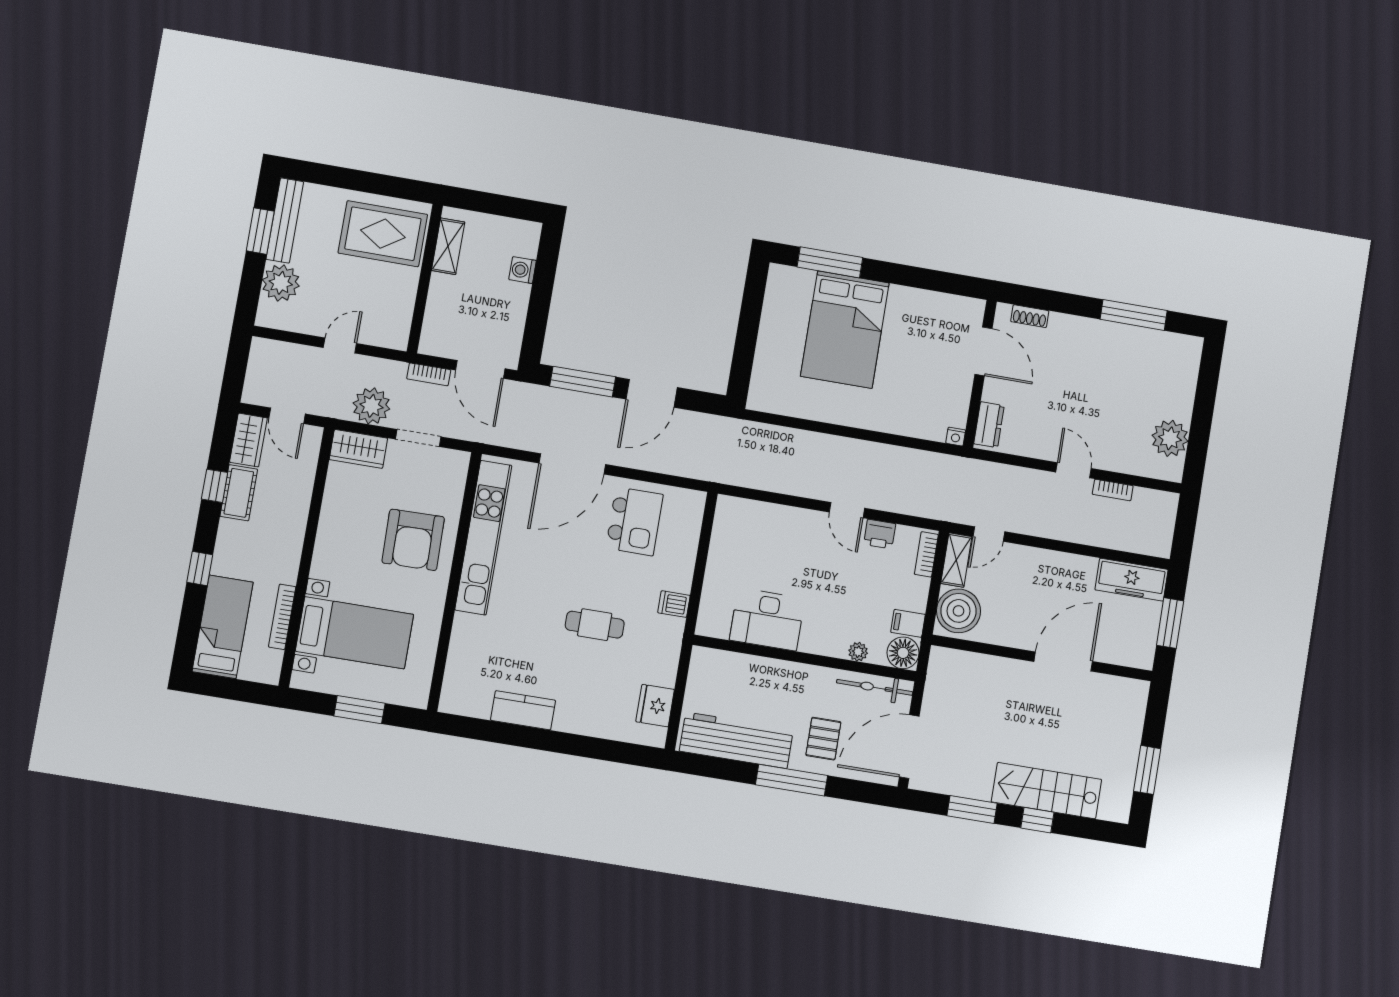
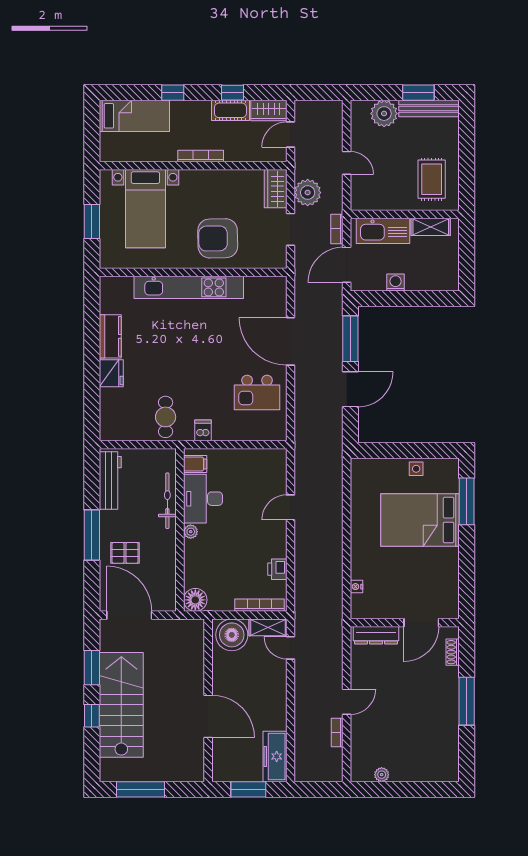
rug: (383, 234) -> (432, 179), width x0.73, depth x0.70
washing machine: (523, 270) -> (396, 283), moved
kitchen sink: (442, 312) -> (383, 231), added
window: (1134, 315) -> (467, 701), moved
side table: (775, 323) -> (416, 469), added
door: (652, 393) -> (350, 389), swing flipped
dresser: (989, 425) -> (376, 635), width x1.44
nightstand: (956, 437) -> (356, 587), moved
plant: (1170, 438) -> (382, 775), width x0.53, depth x0.53
door: (847, 510) -> (291, 507), moved
kitchen unit: (483, 538) -> (189, 287), moved
bookcase: (926, 554) -> (260, 605), width x1.56
bookcase: (282, 617) -> (201, 156), moved
filing cabinet: (908, 623) -> (195, 464), moved, turned 90
cafe table: (595, 625) -> (166, 417), moved
plant: (858, 652) -> (191, 532), moved
bicycle: (875, 687) -> (167, 501), moved
fridge: (655, 706) -> (111, 373), moved, turned 90
workbench: (736, 740) -> (110, 481), width x0.73, depth x0.76
window: (1147, 770) -> (140, 789), width x1.44
stairs: (1046, 791) -> (121, 705), width x1.36, depth x1.51

